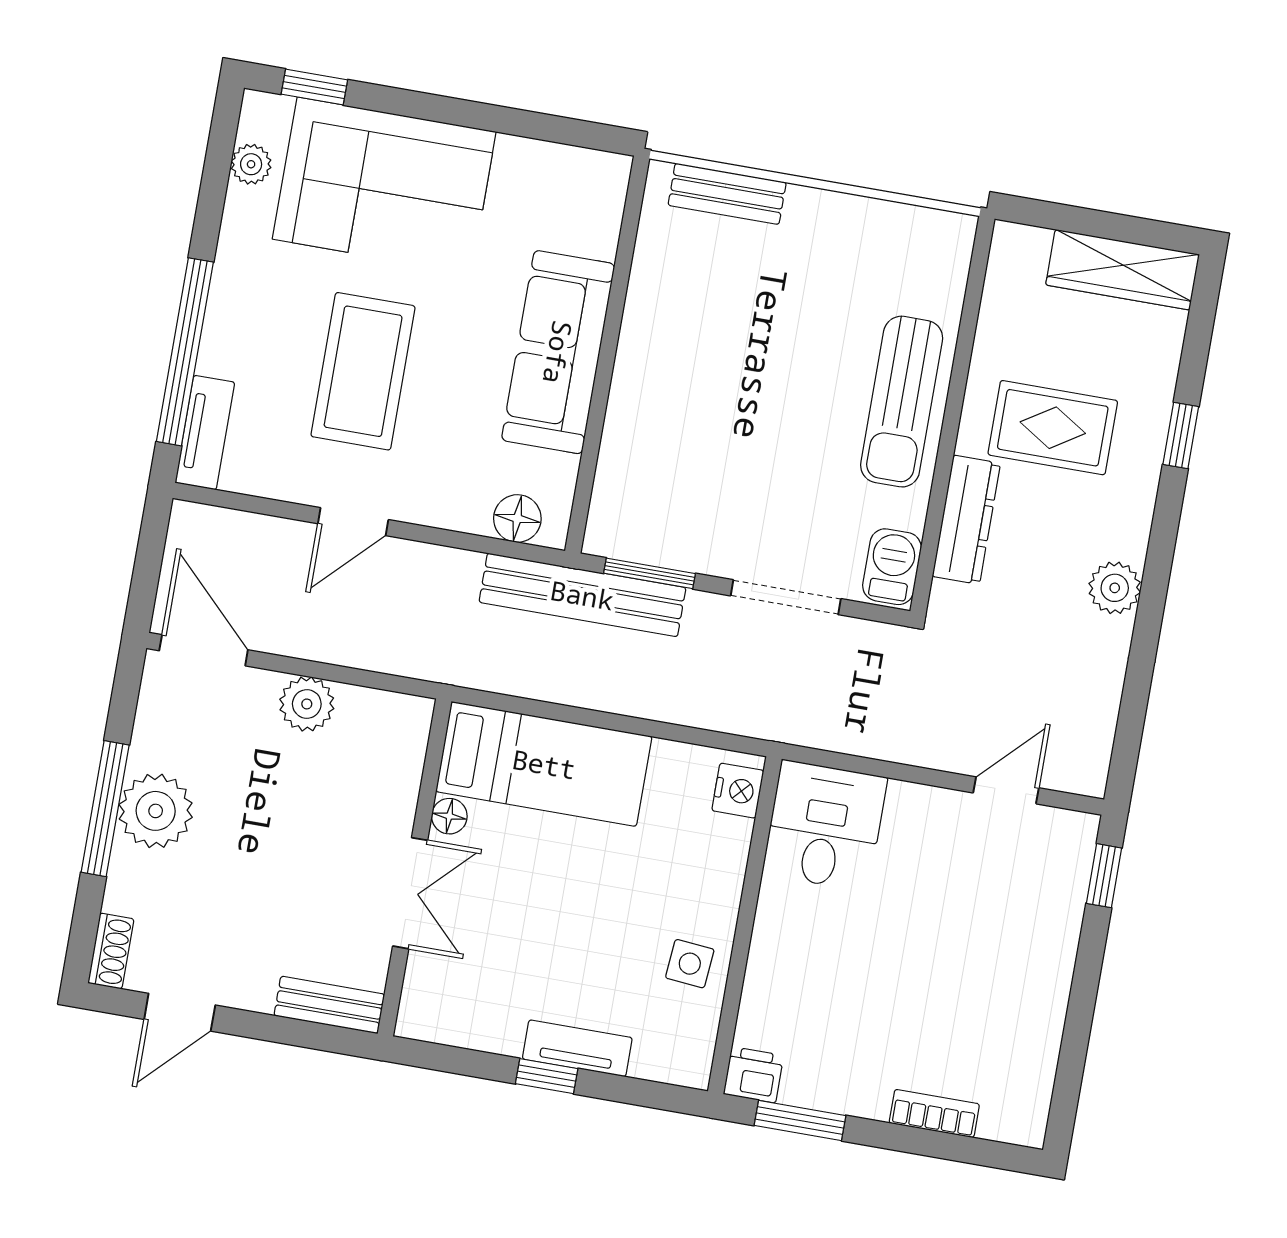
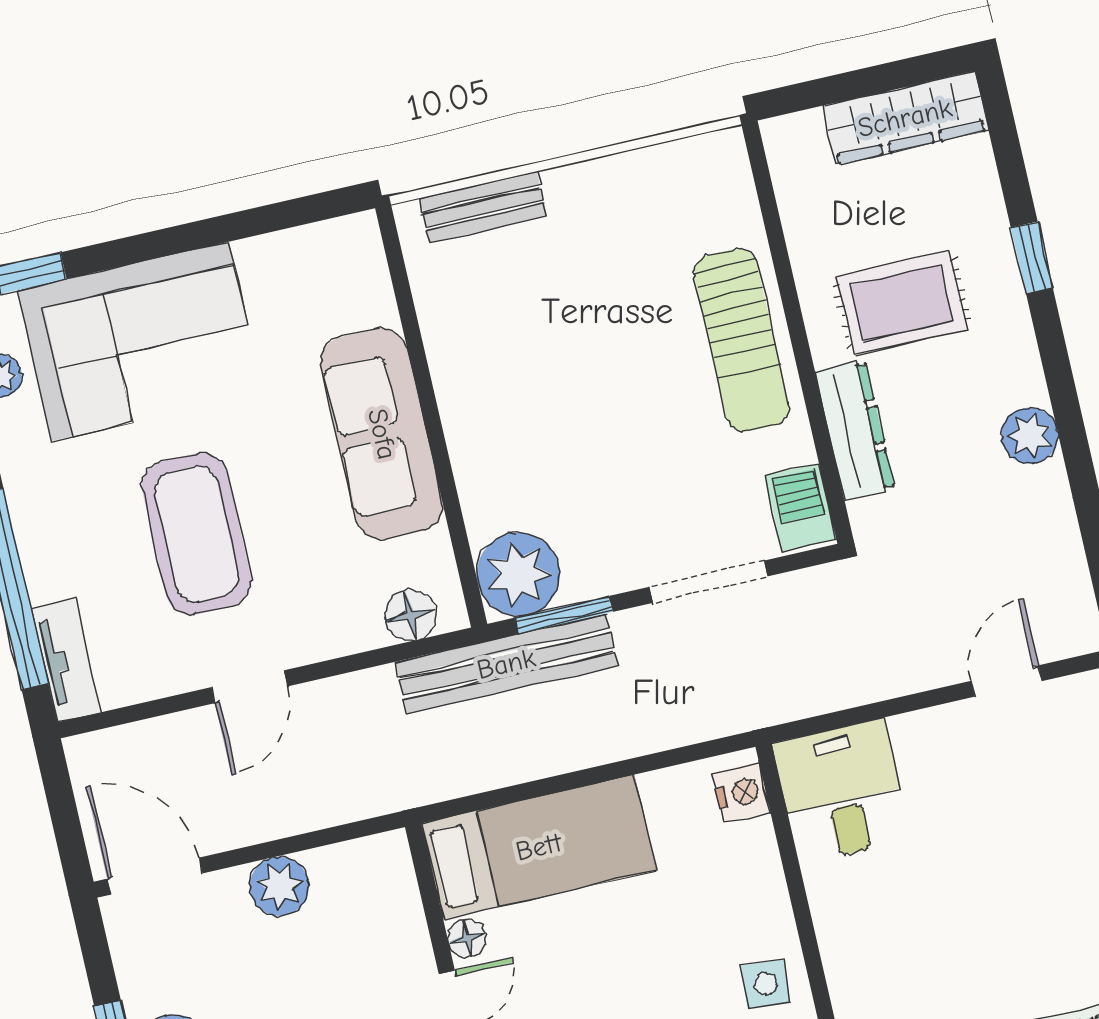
plant: (625, 522) -> (518, 574), added

